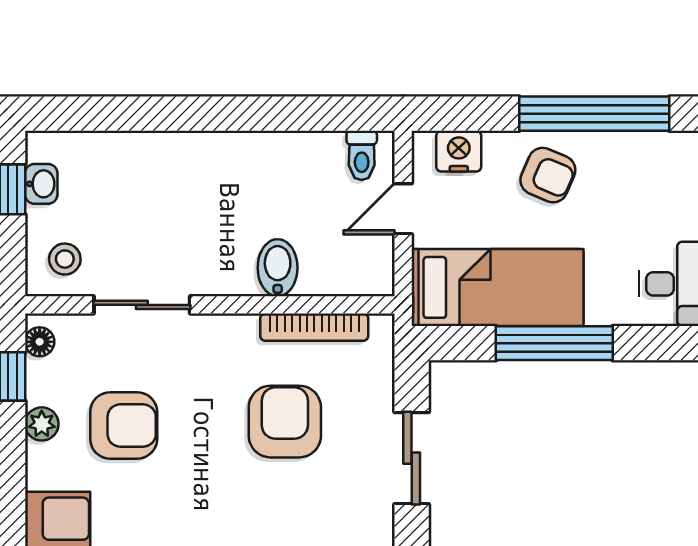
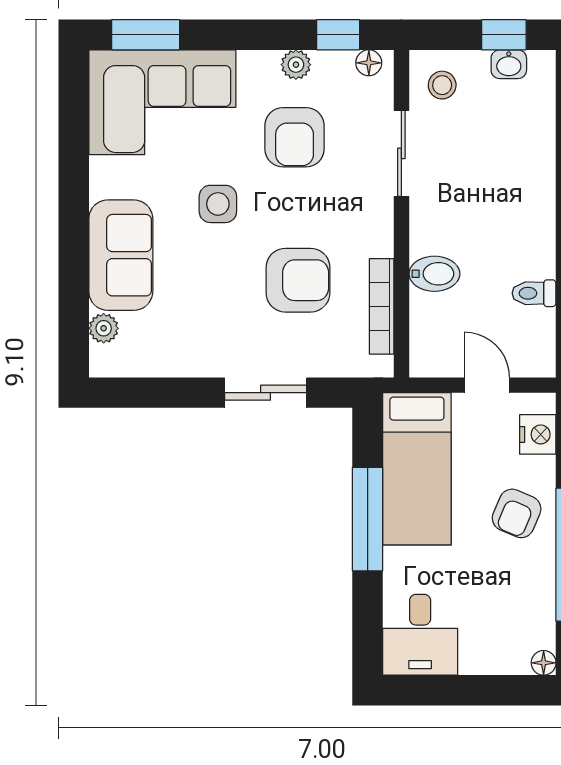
toilet: (362, 155) -> (534, 293), moved
side table: (199, 512) -> (218, 204), added

